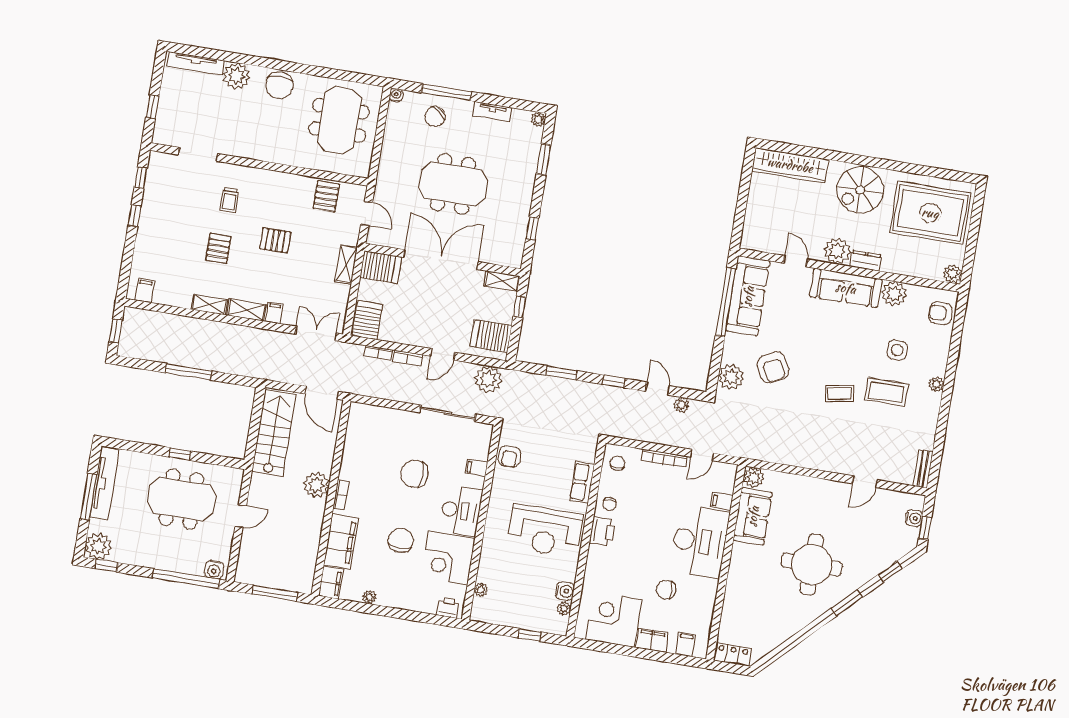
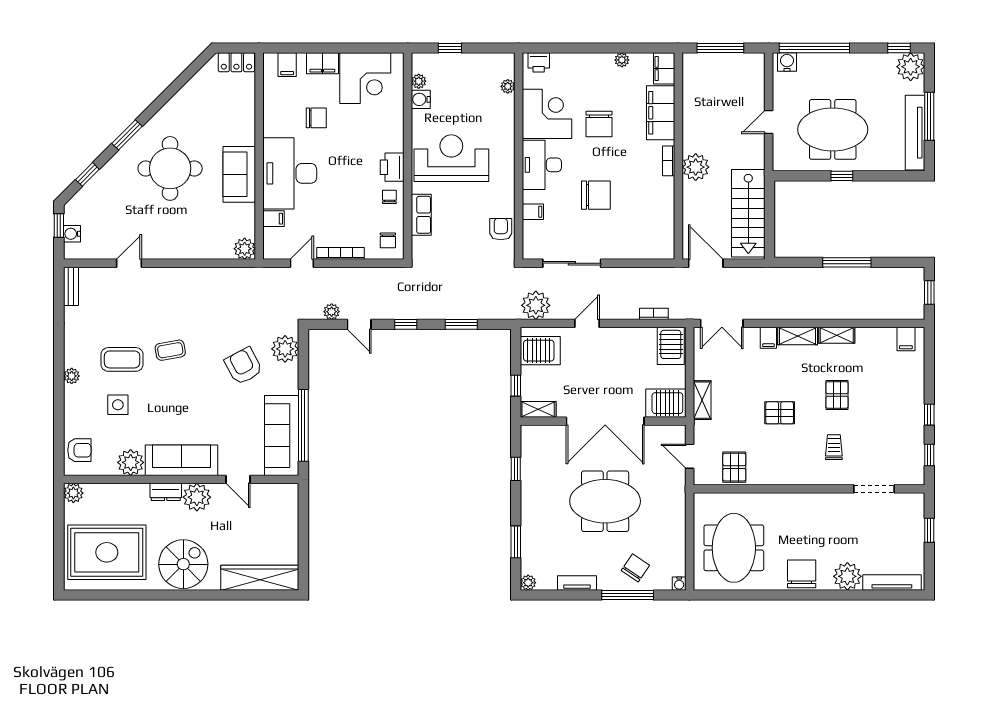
bookcase: (407, 358) -> (623, 314), removed
sofa: (753, 516) -> (239, 174), moved

